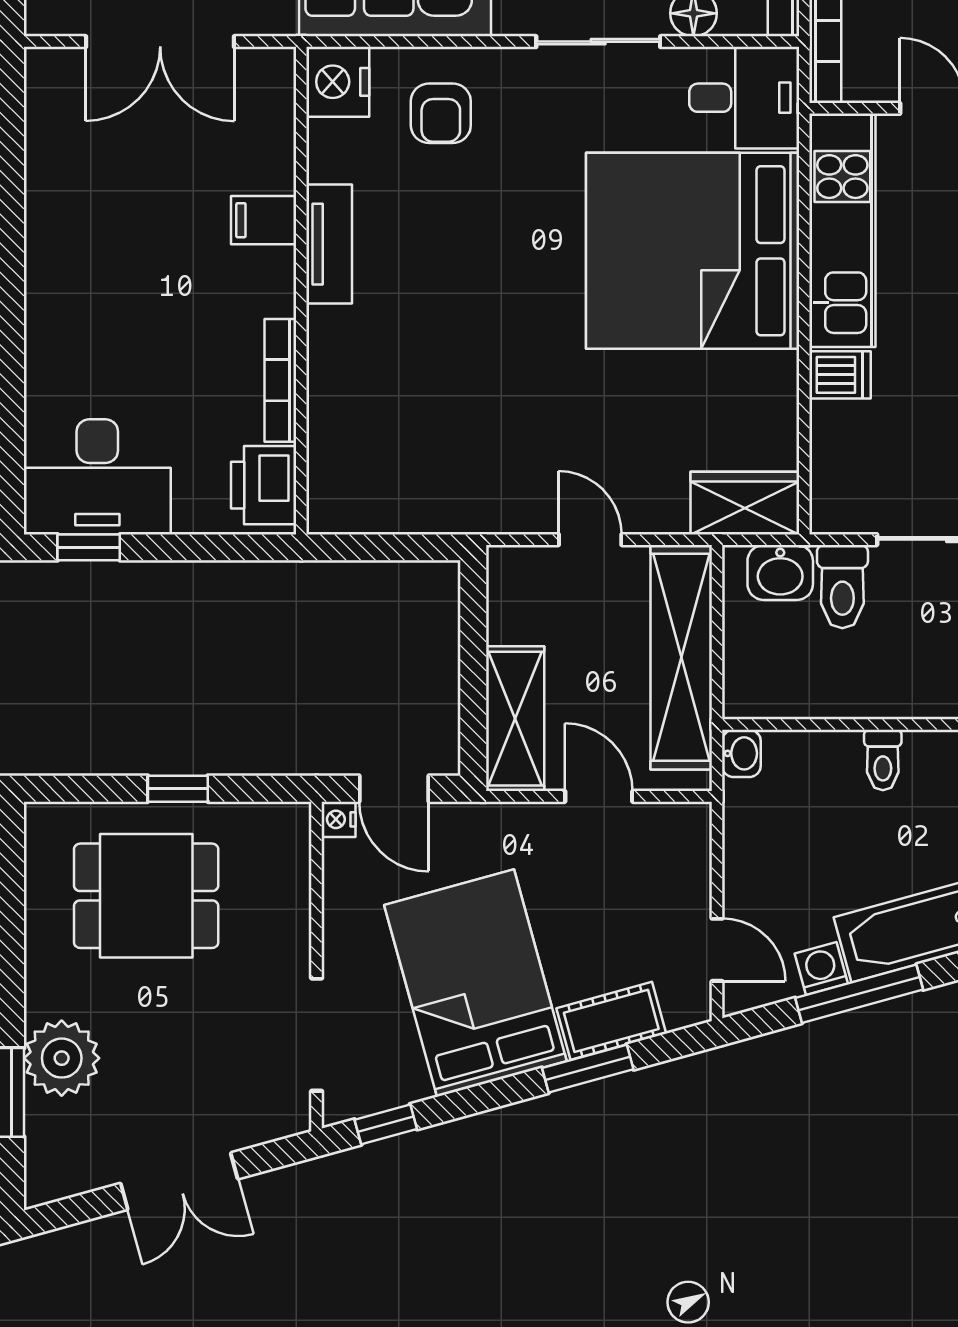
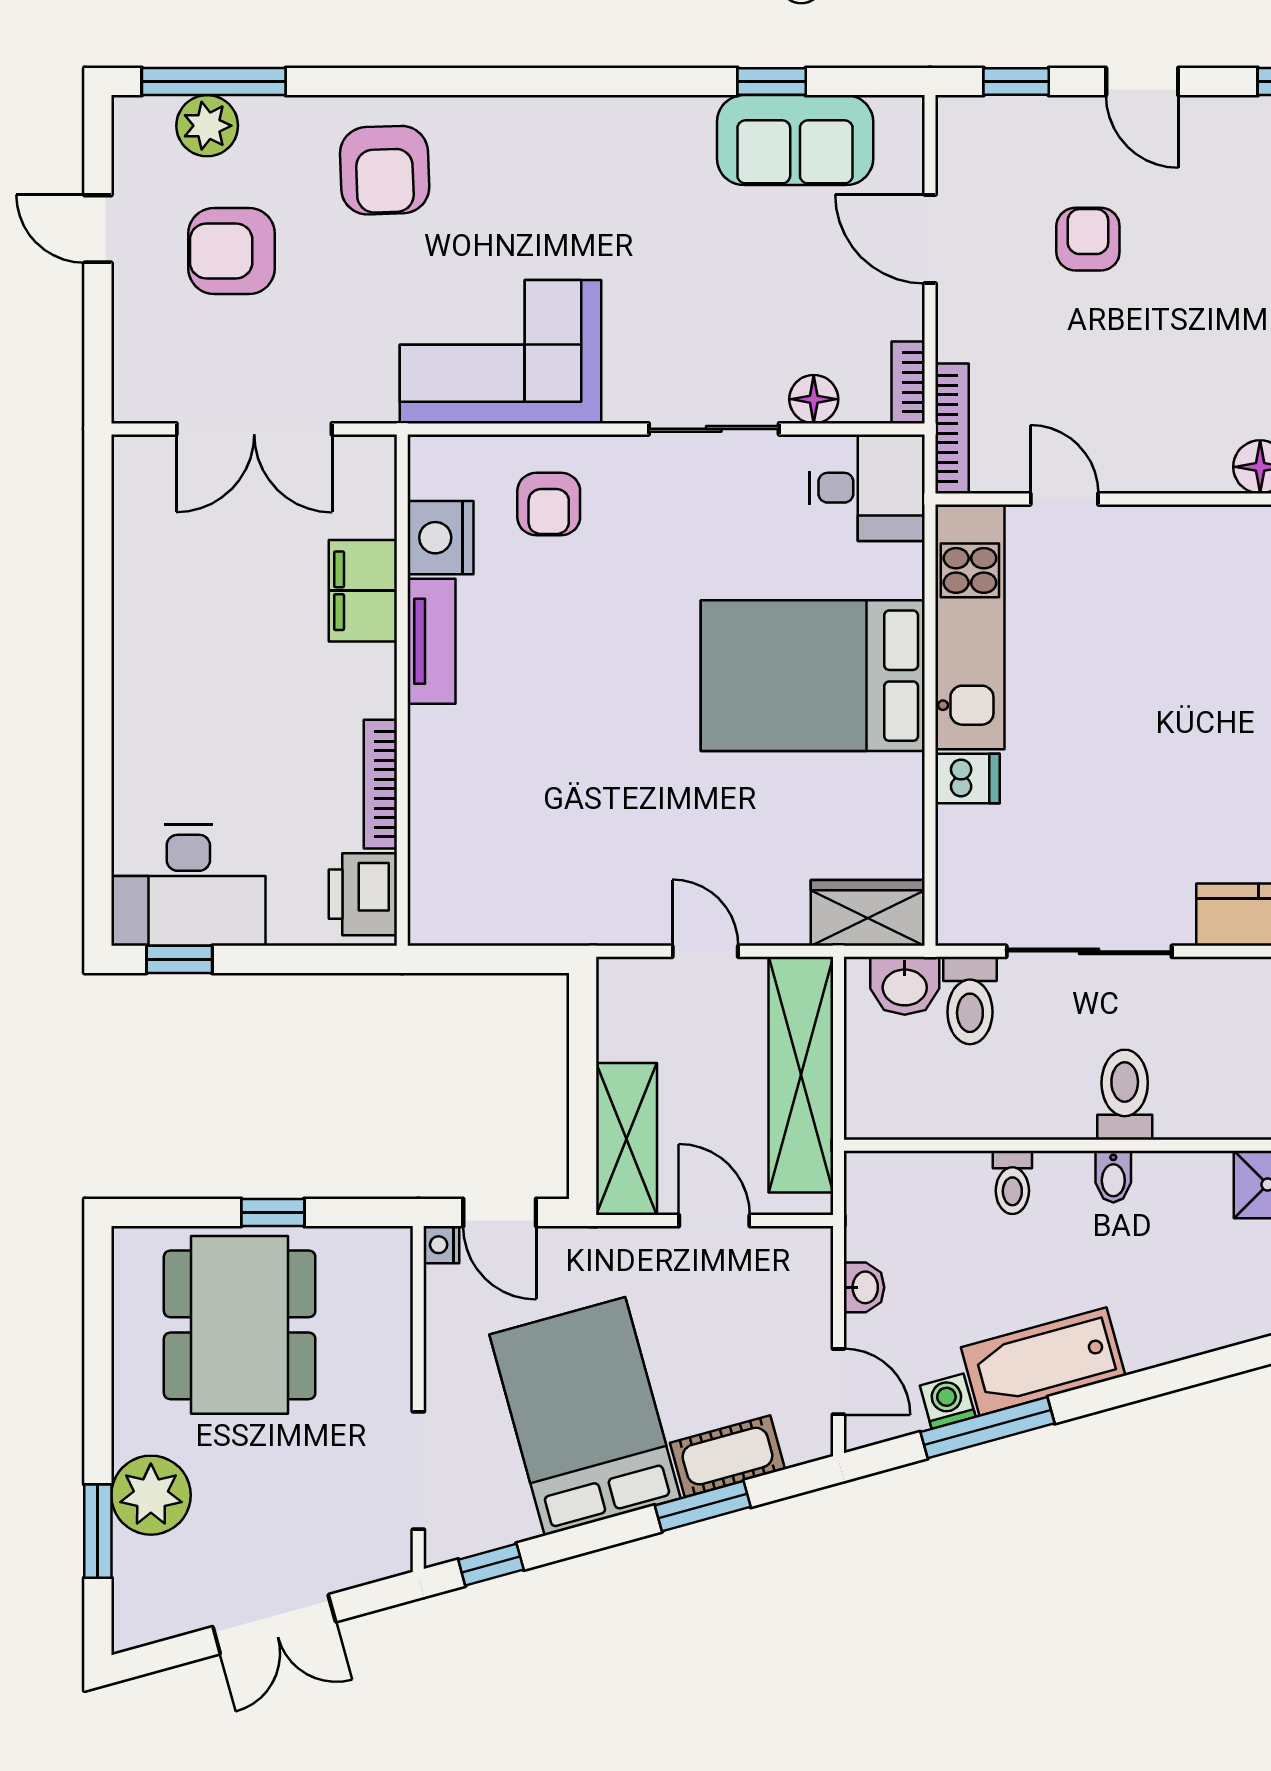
nightstand: (338, 82) -> (441, 538), moved
filing cabinet: (264, 220) -> (363, 591), width x2.00
bed: (693, 251) -> (813, 676), width x0.73
washbasin: (741, 753) -> (864, 1287), moved
dining table: (146, 896) -> (240, 1325), width x1.37

